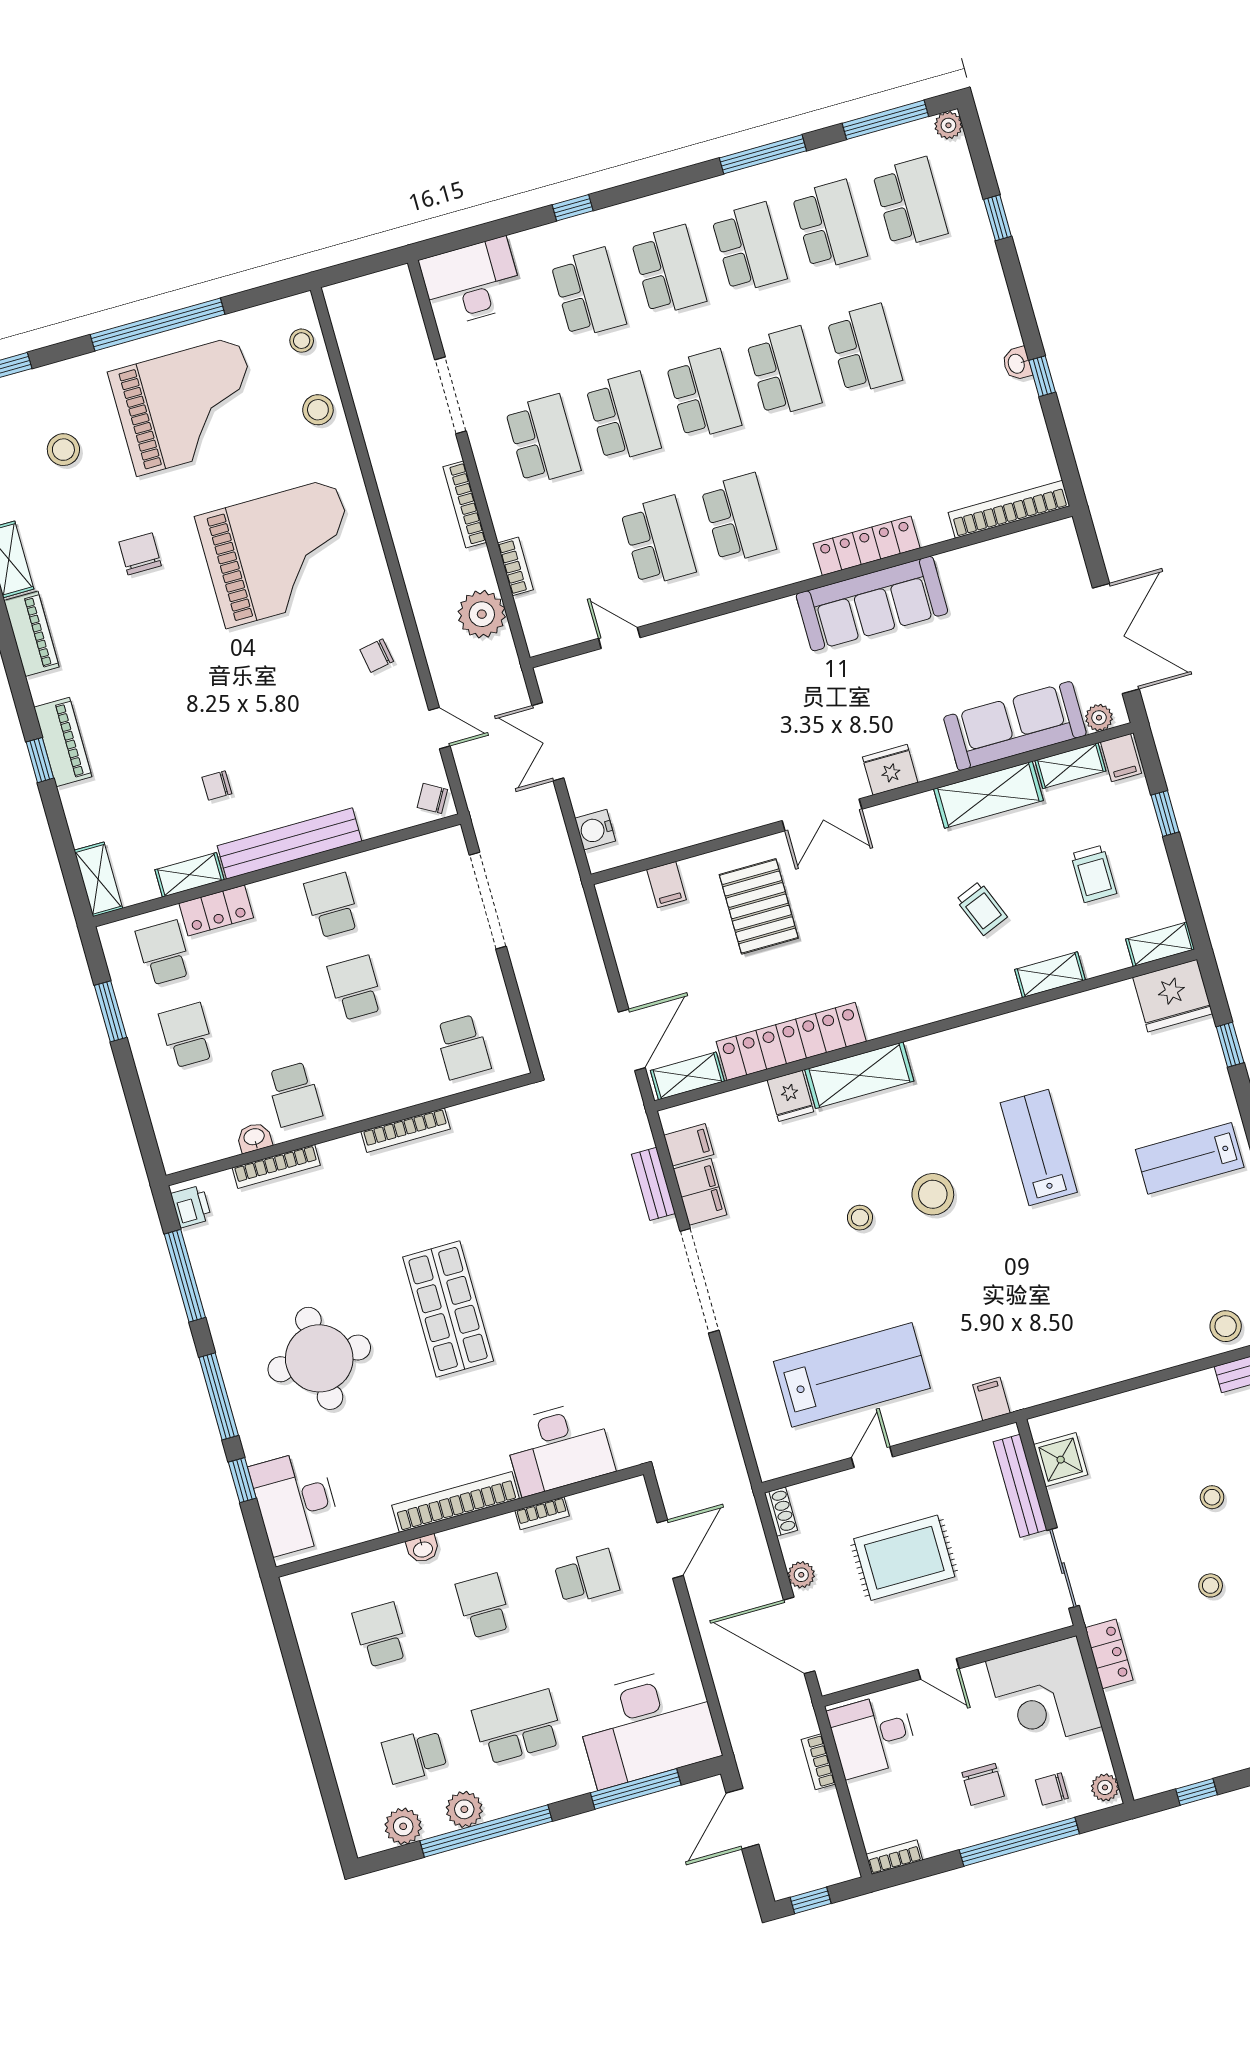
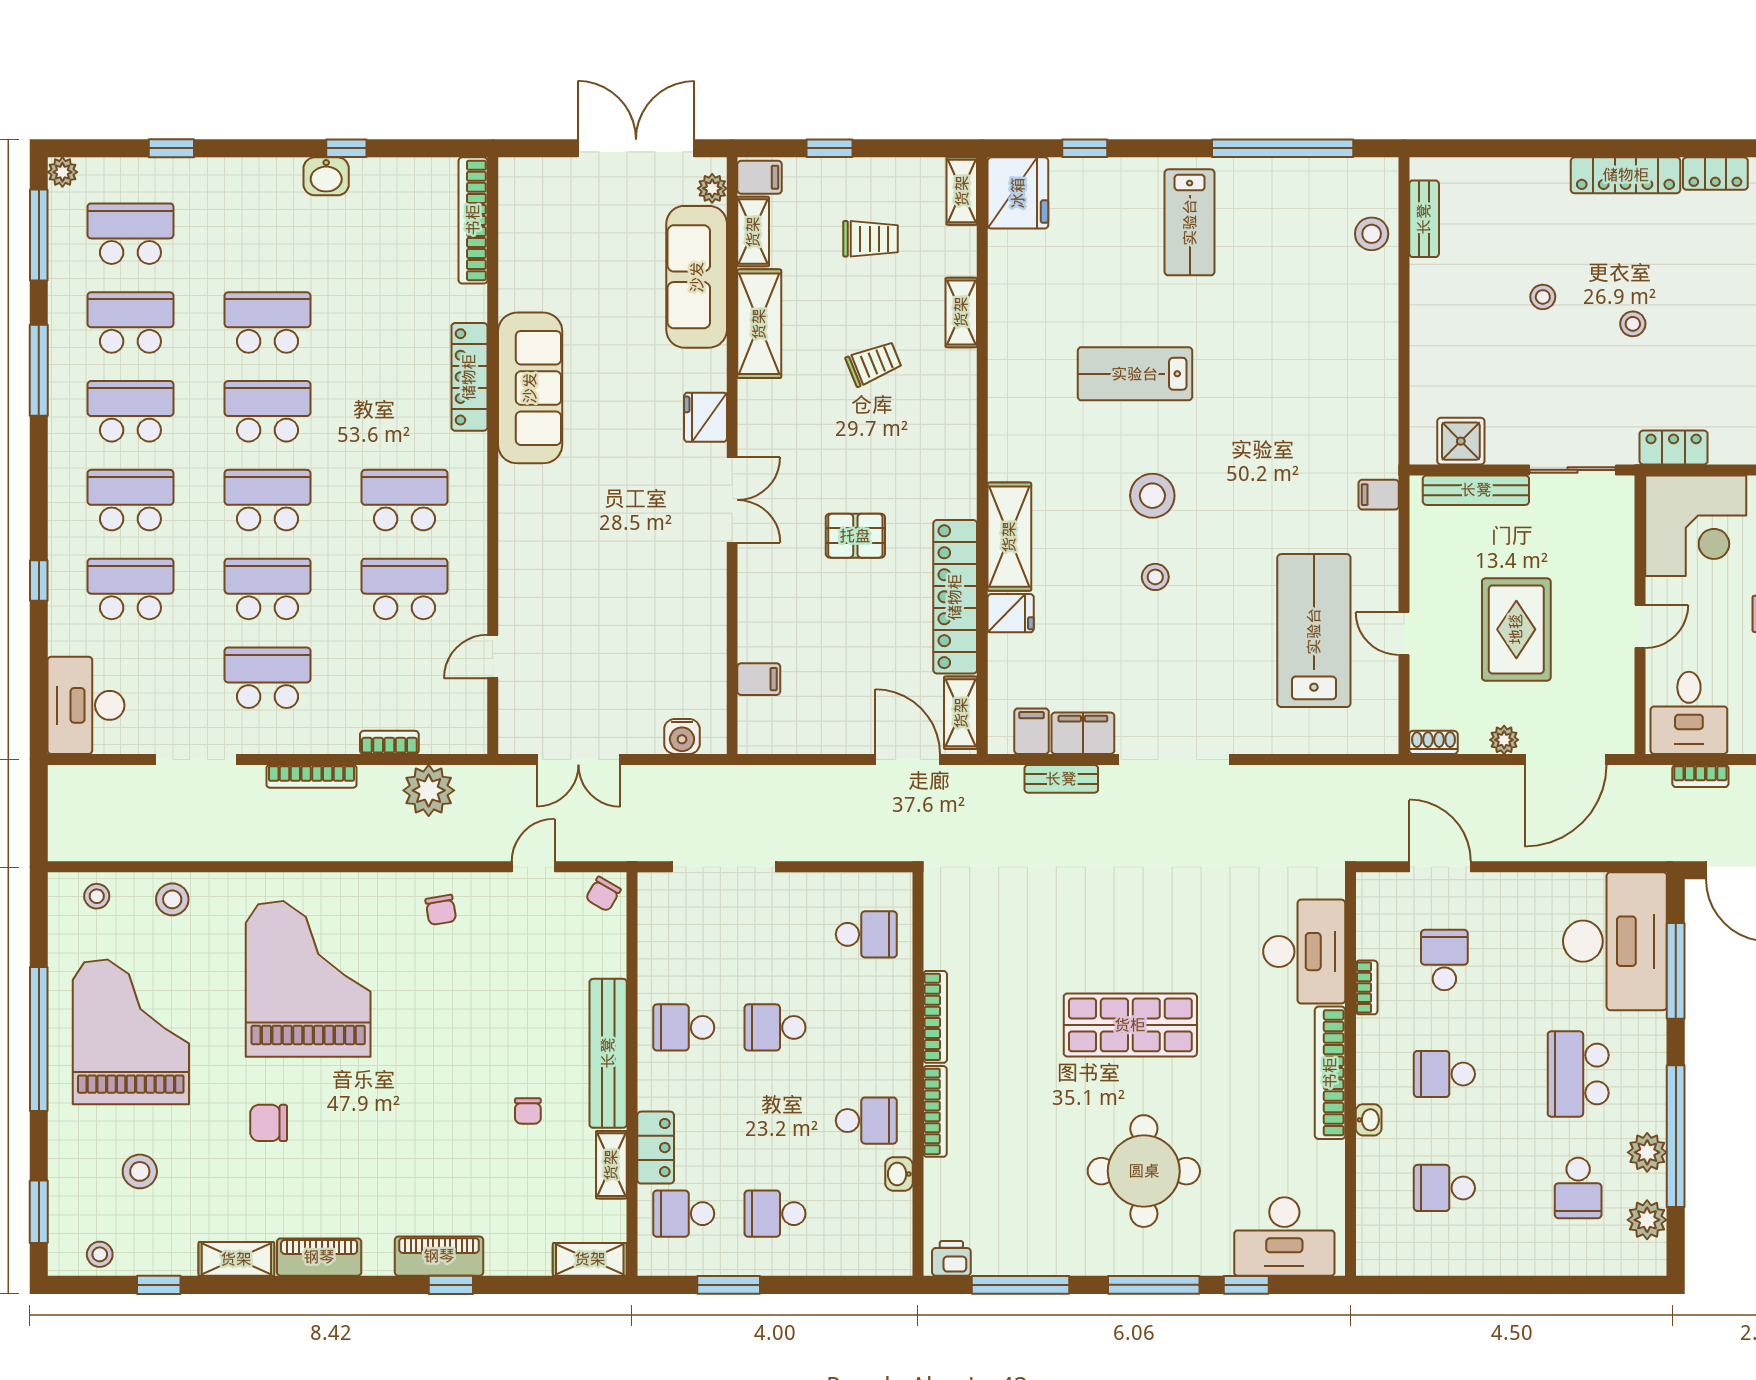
washbasin: (1017, 364) -> (326, 176), width x1.38, depth x1.45
pallet: (759, 906) -> (855, 536), moved, width x0.67, depth x0.71
bookcase: (276, 1166) -> (935, 1111), moved

